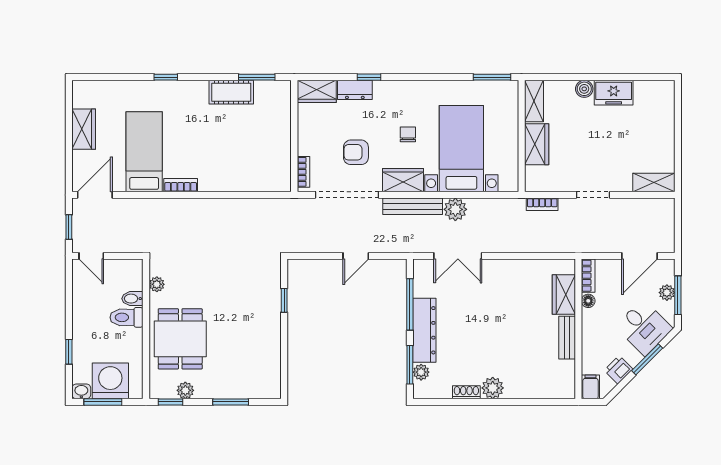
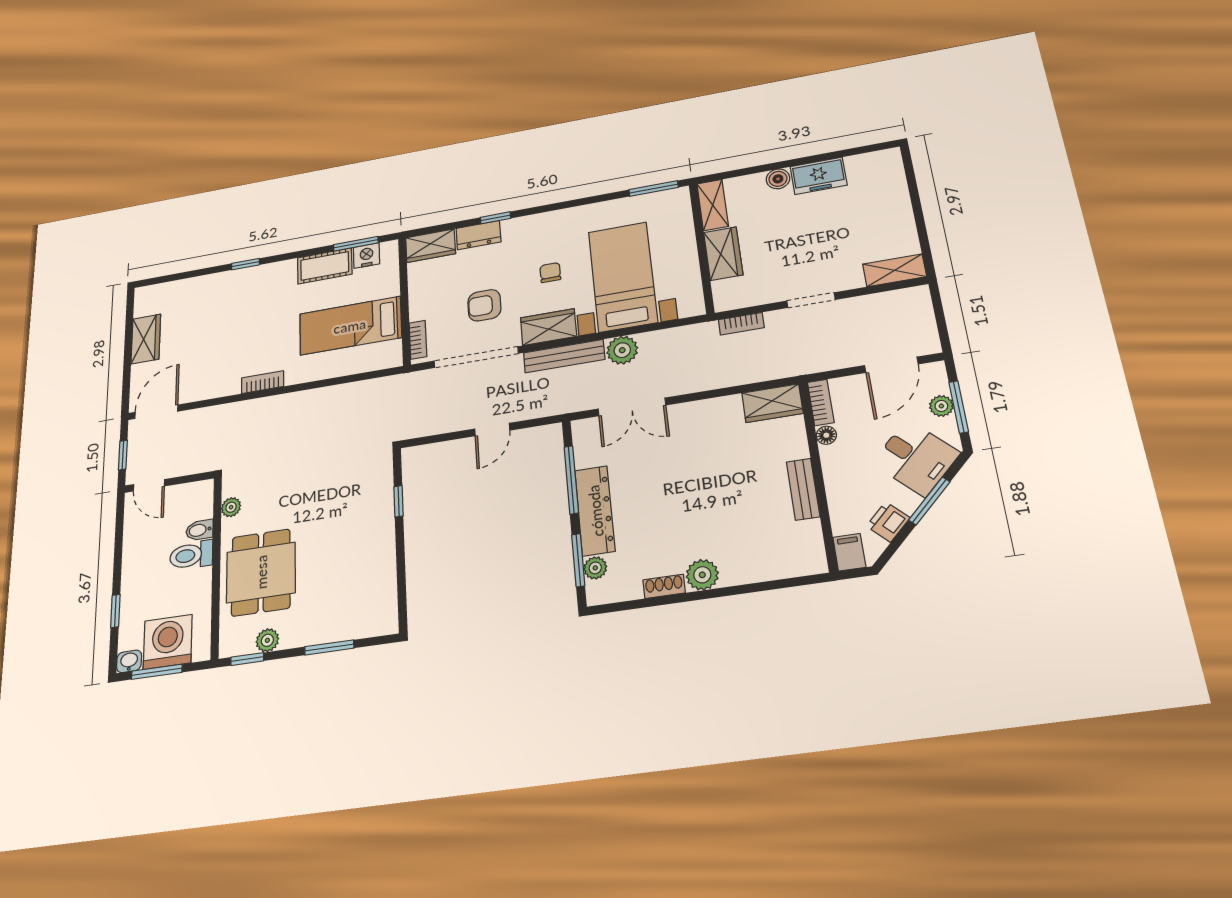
nightstand: (265, 90) -> (367, 256), added
bed: (144, 152) -> (350, 326), moved, turned -90
wardrobe: (564, 295) -> (772, 403), moved, turned -90

